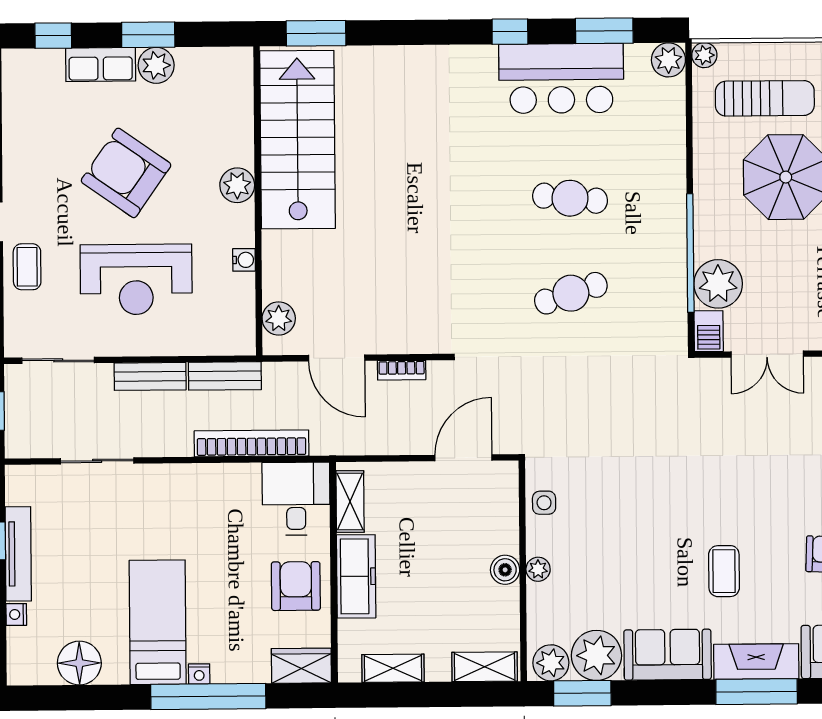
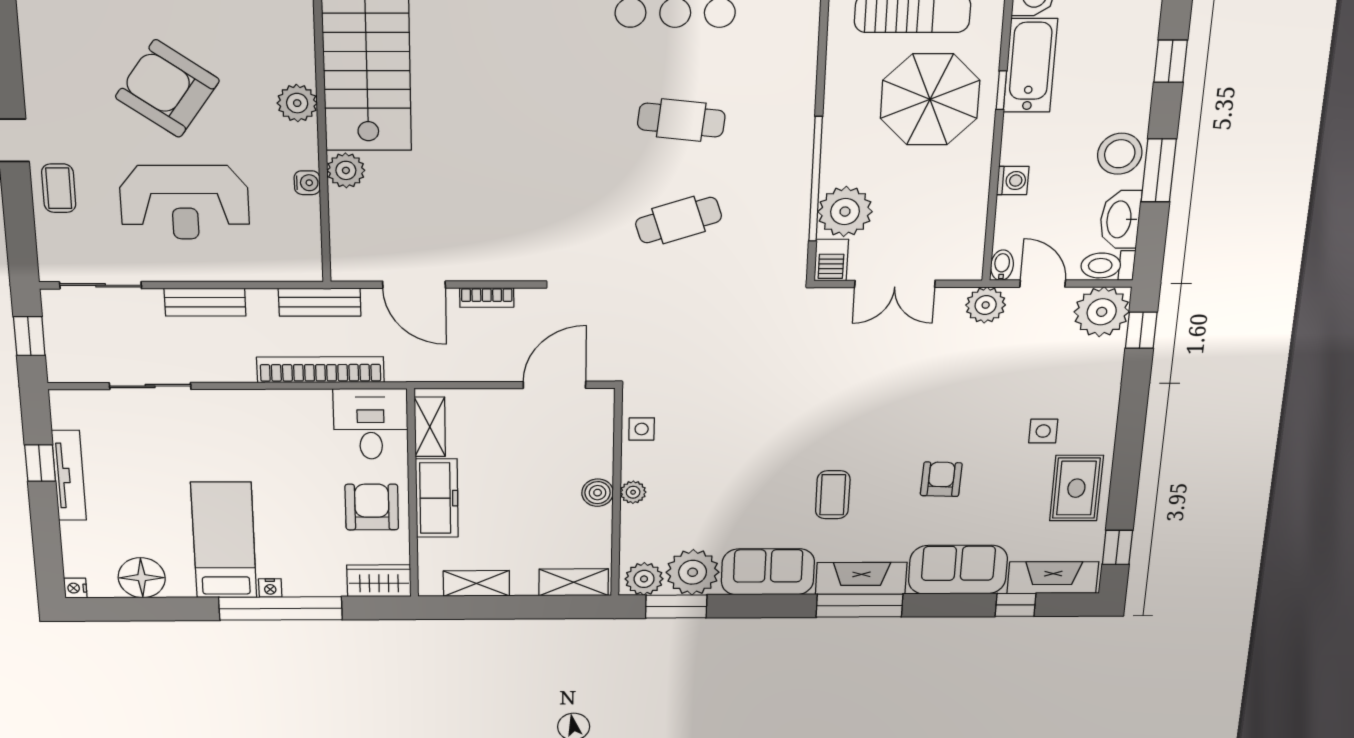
plant: (279, 318) -> (346, 170), moved
bench: (225, 376) -> (320, 302), moved
nightstand: (16, 614) -> (75, 588), moved

